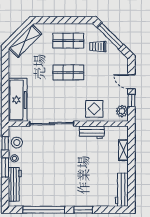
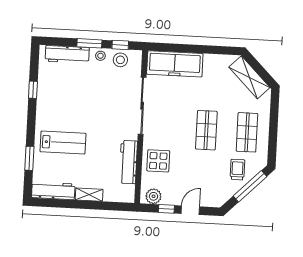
workbench: (92, 132) -> (128, 162), width x1.38
shelving: (123, 150) -> (89, 195), moved
lab bench: (84, 184) -> (63, 143), added
window: (44, 210) -> (33, 90), width x0.32
window: (83, 210) -> (29, 158), moved

